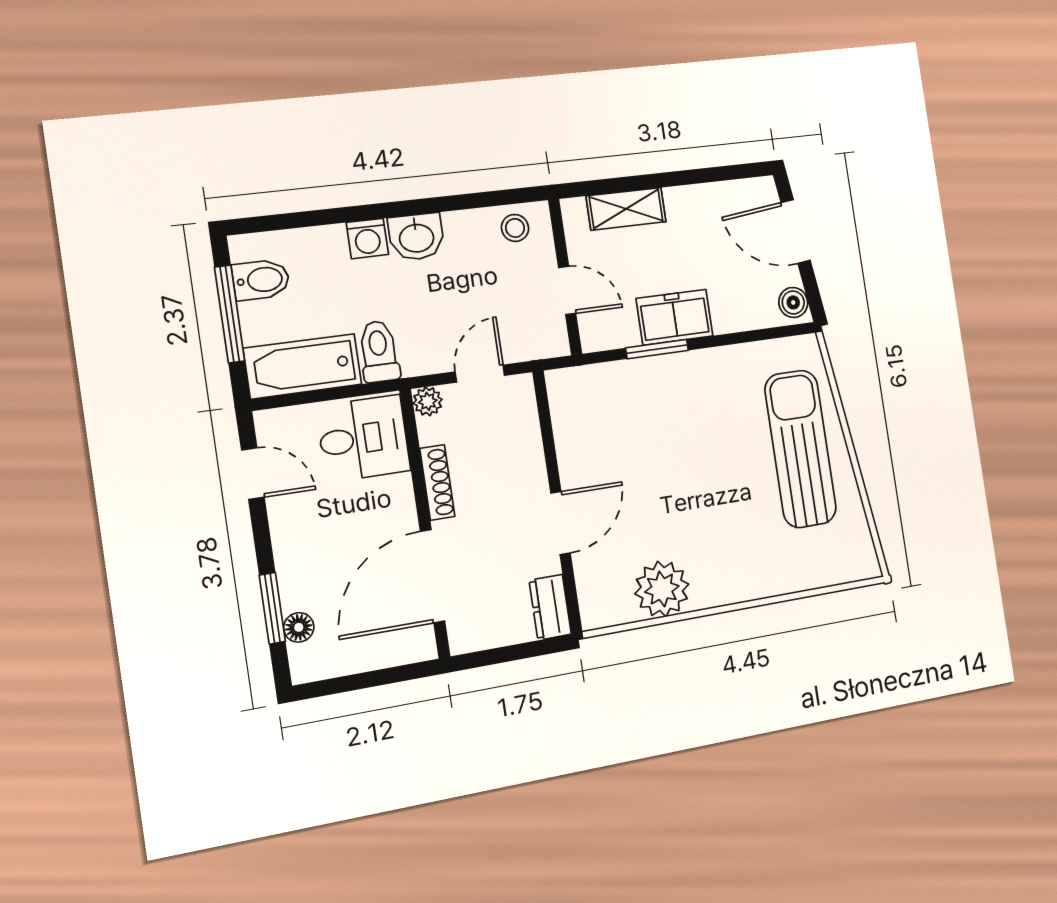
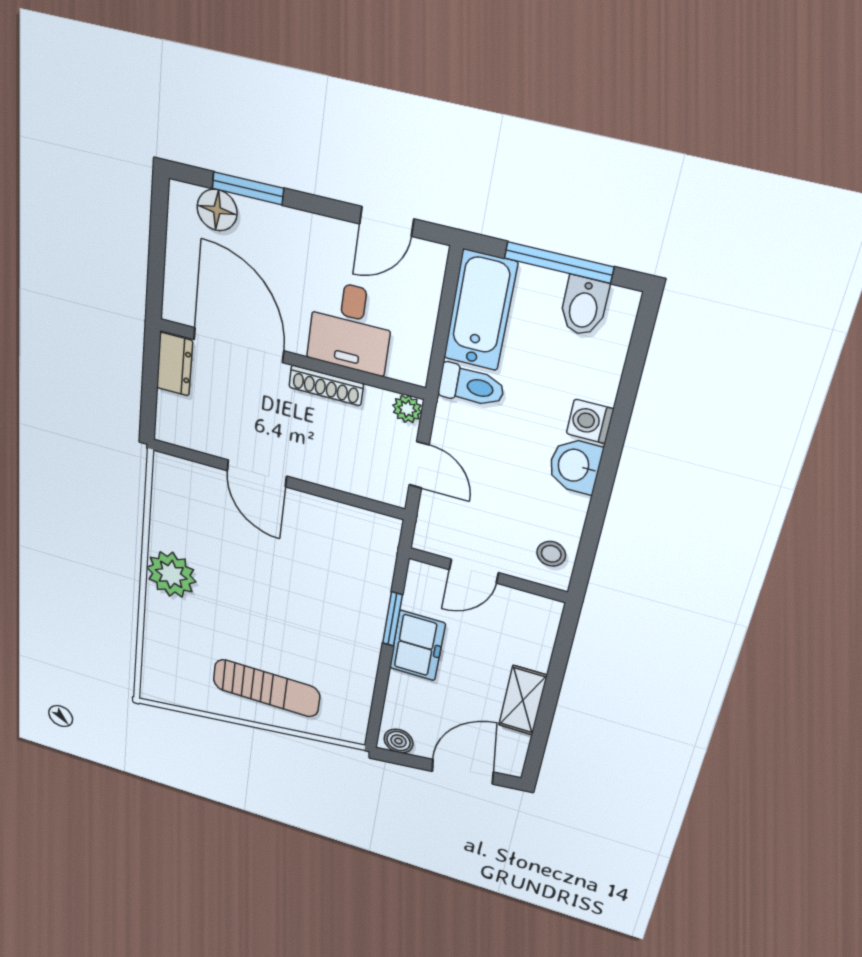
shelving: (626, 209) -> (523, 700), moved
desk: (363, 438) -> (350, 327), moved
sun lounger: (800, 449) -> (266, 688), width x0.73, depth x0.75
plant: (662, 589) -> (171, 574), moved
dresser: (550, 607) -> (174, 364), moved, turned 90
floor lamp: (299, 627) -> (217, 210), width x1.37, depth x1.37

